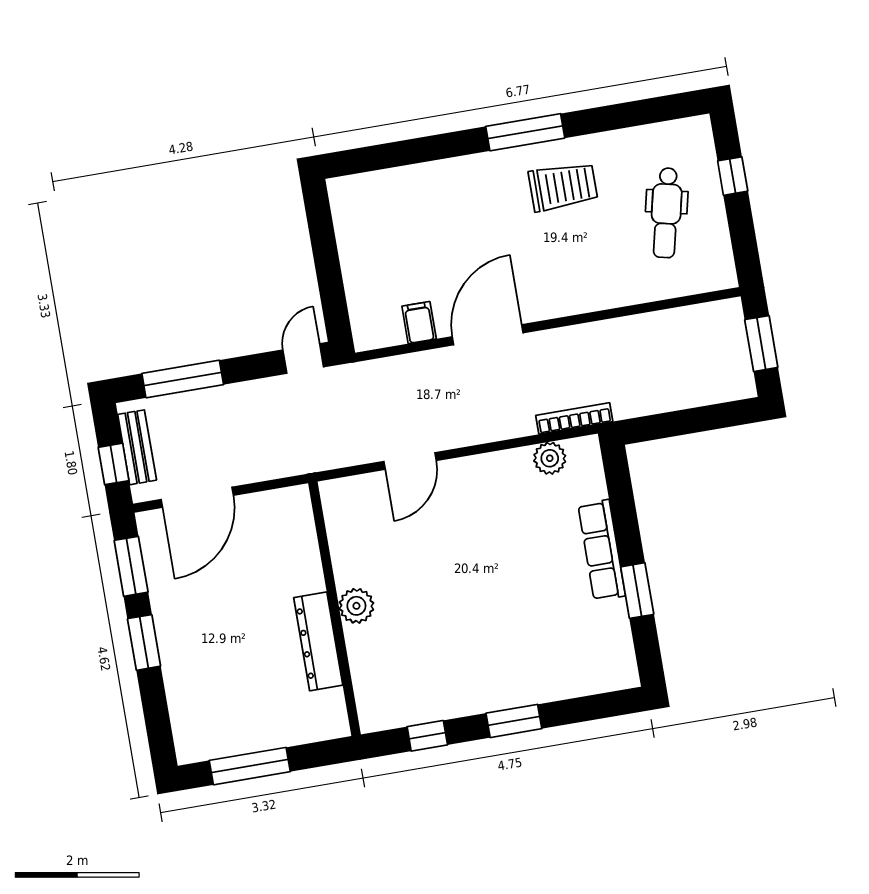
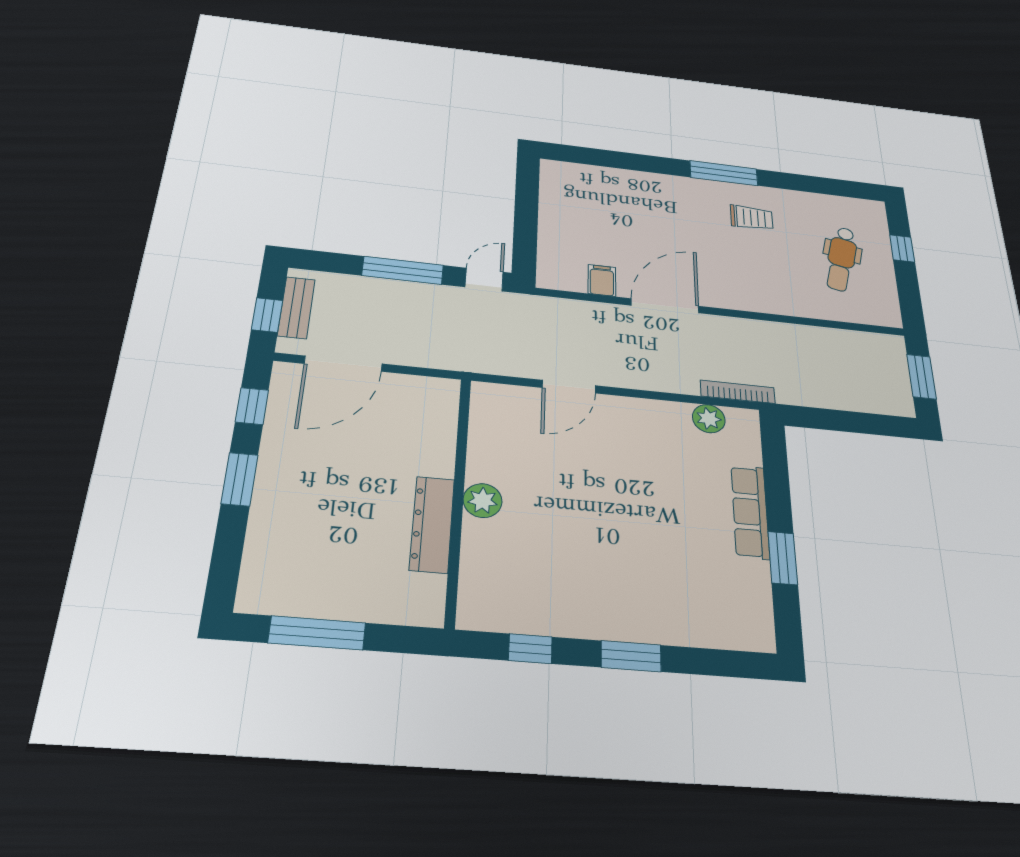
trolley: (563, 187) -> (752, 218), width x0.73, depth x0.72
window: (183, 379) -> (403, 270), moved
window: (131, 566) -> (252, 406), width x0.67

